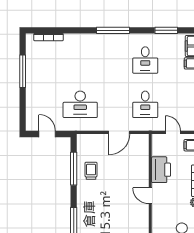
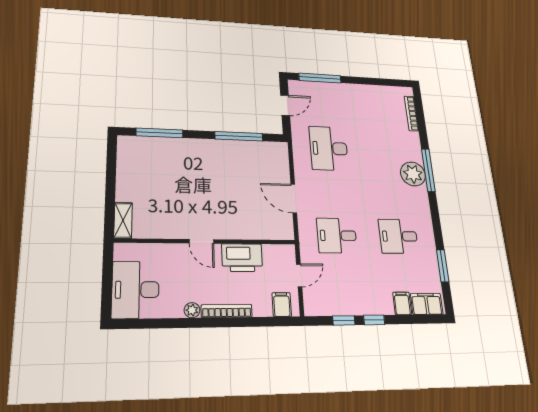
window: (113, 30) -> (428, 170), moved
plant: (98, 43) -> (413, 174), added
window: (23, 71) -> (320, 78), moved
trolley: (91, 171) -> (237, 159), removed
door: (150, 196) -> (201, 241), swing flipped

